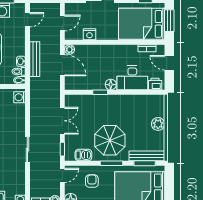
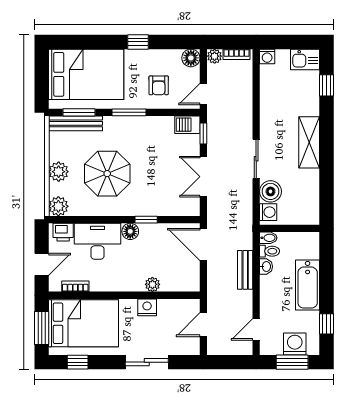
nightstand: (89, 34) -> (147, 307), moved
plant: (70, 49) -> (152, 284), moved
bench: (35, 59) -> (245, 270), width x0.73
door: (169, 63) -> (42, 264), hinge flipped
door: (62, 65) -> (203, 245), moved
plant: (158, 101) -> (58, 206), added
boiler: (18, 111) -> (270, 191), added
parasol: (110, 140) -> (107, 174), moved
sliding door: (27, 150) -> (256, 159), moved
barbecue: (83, 155) -> (187, 125), moved

